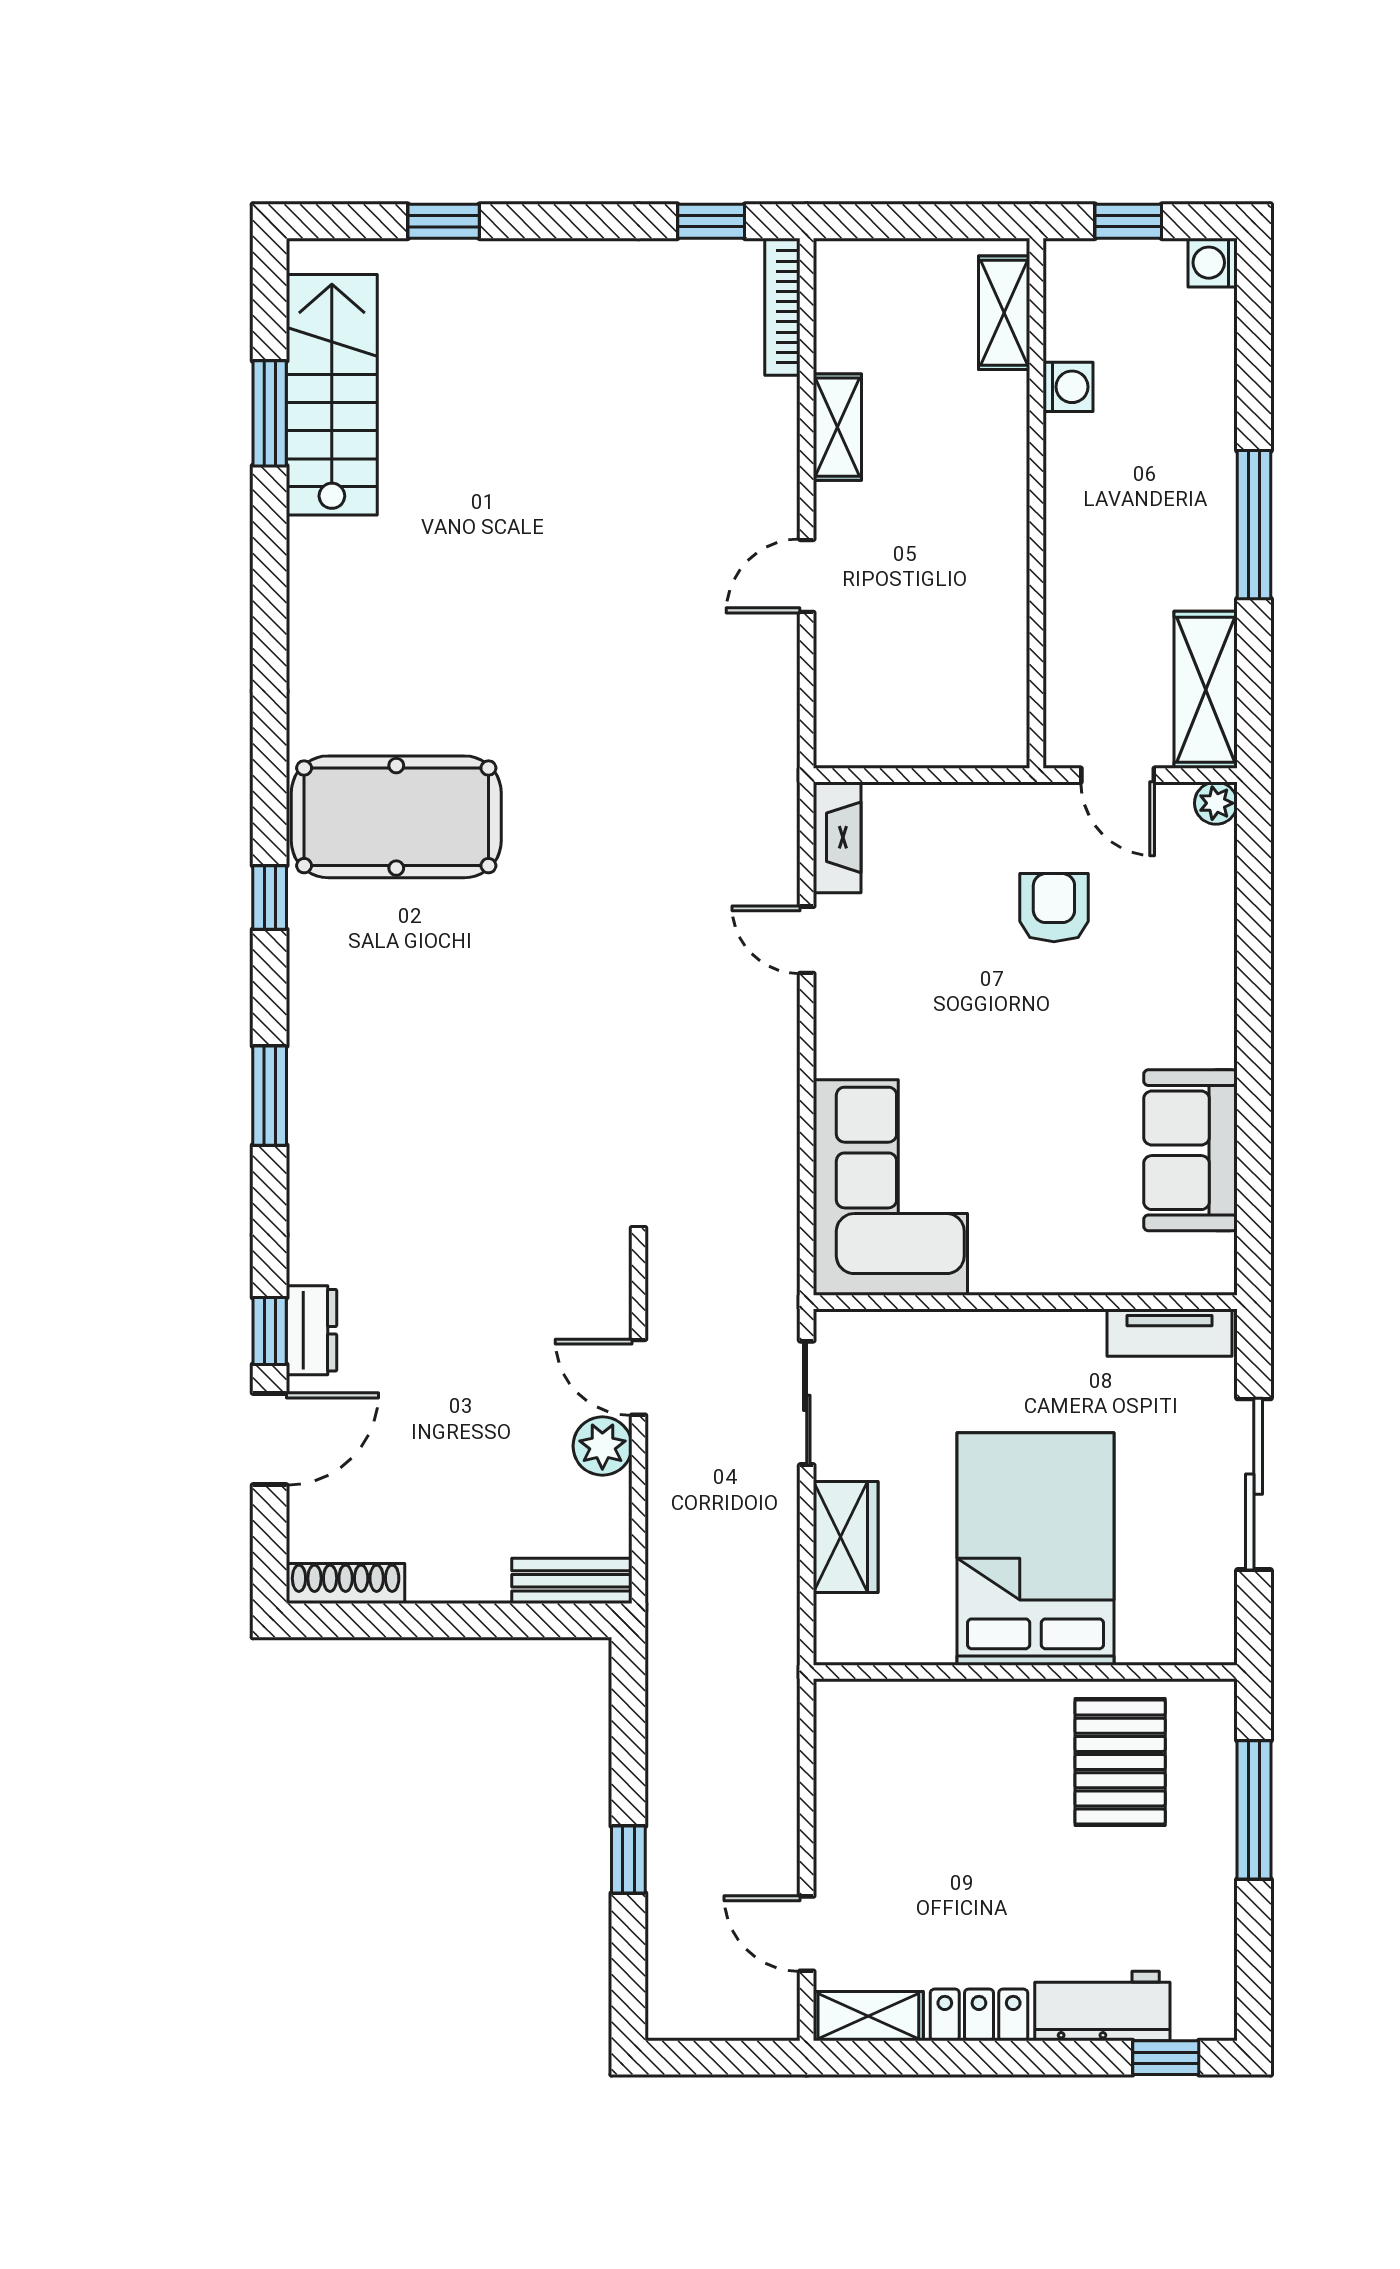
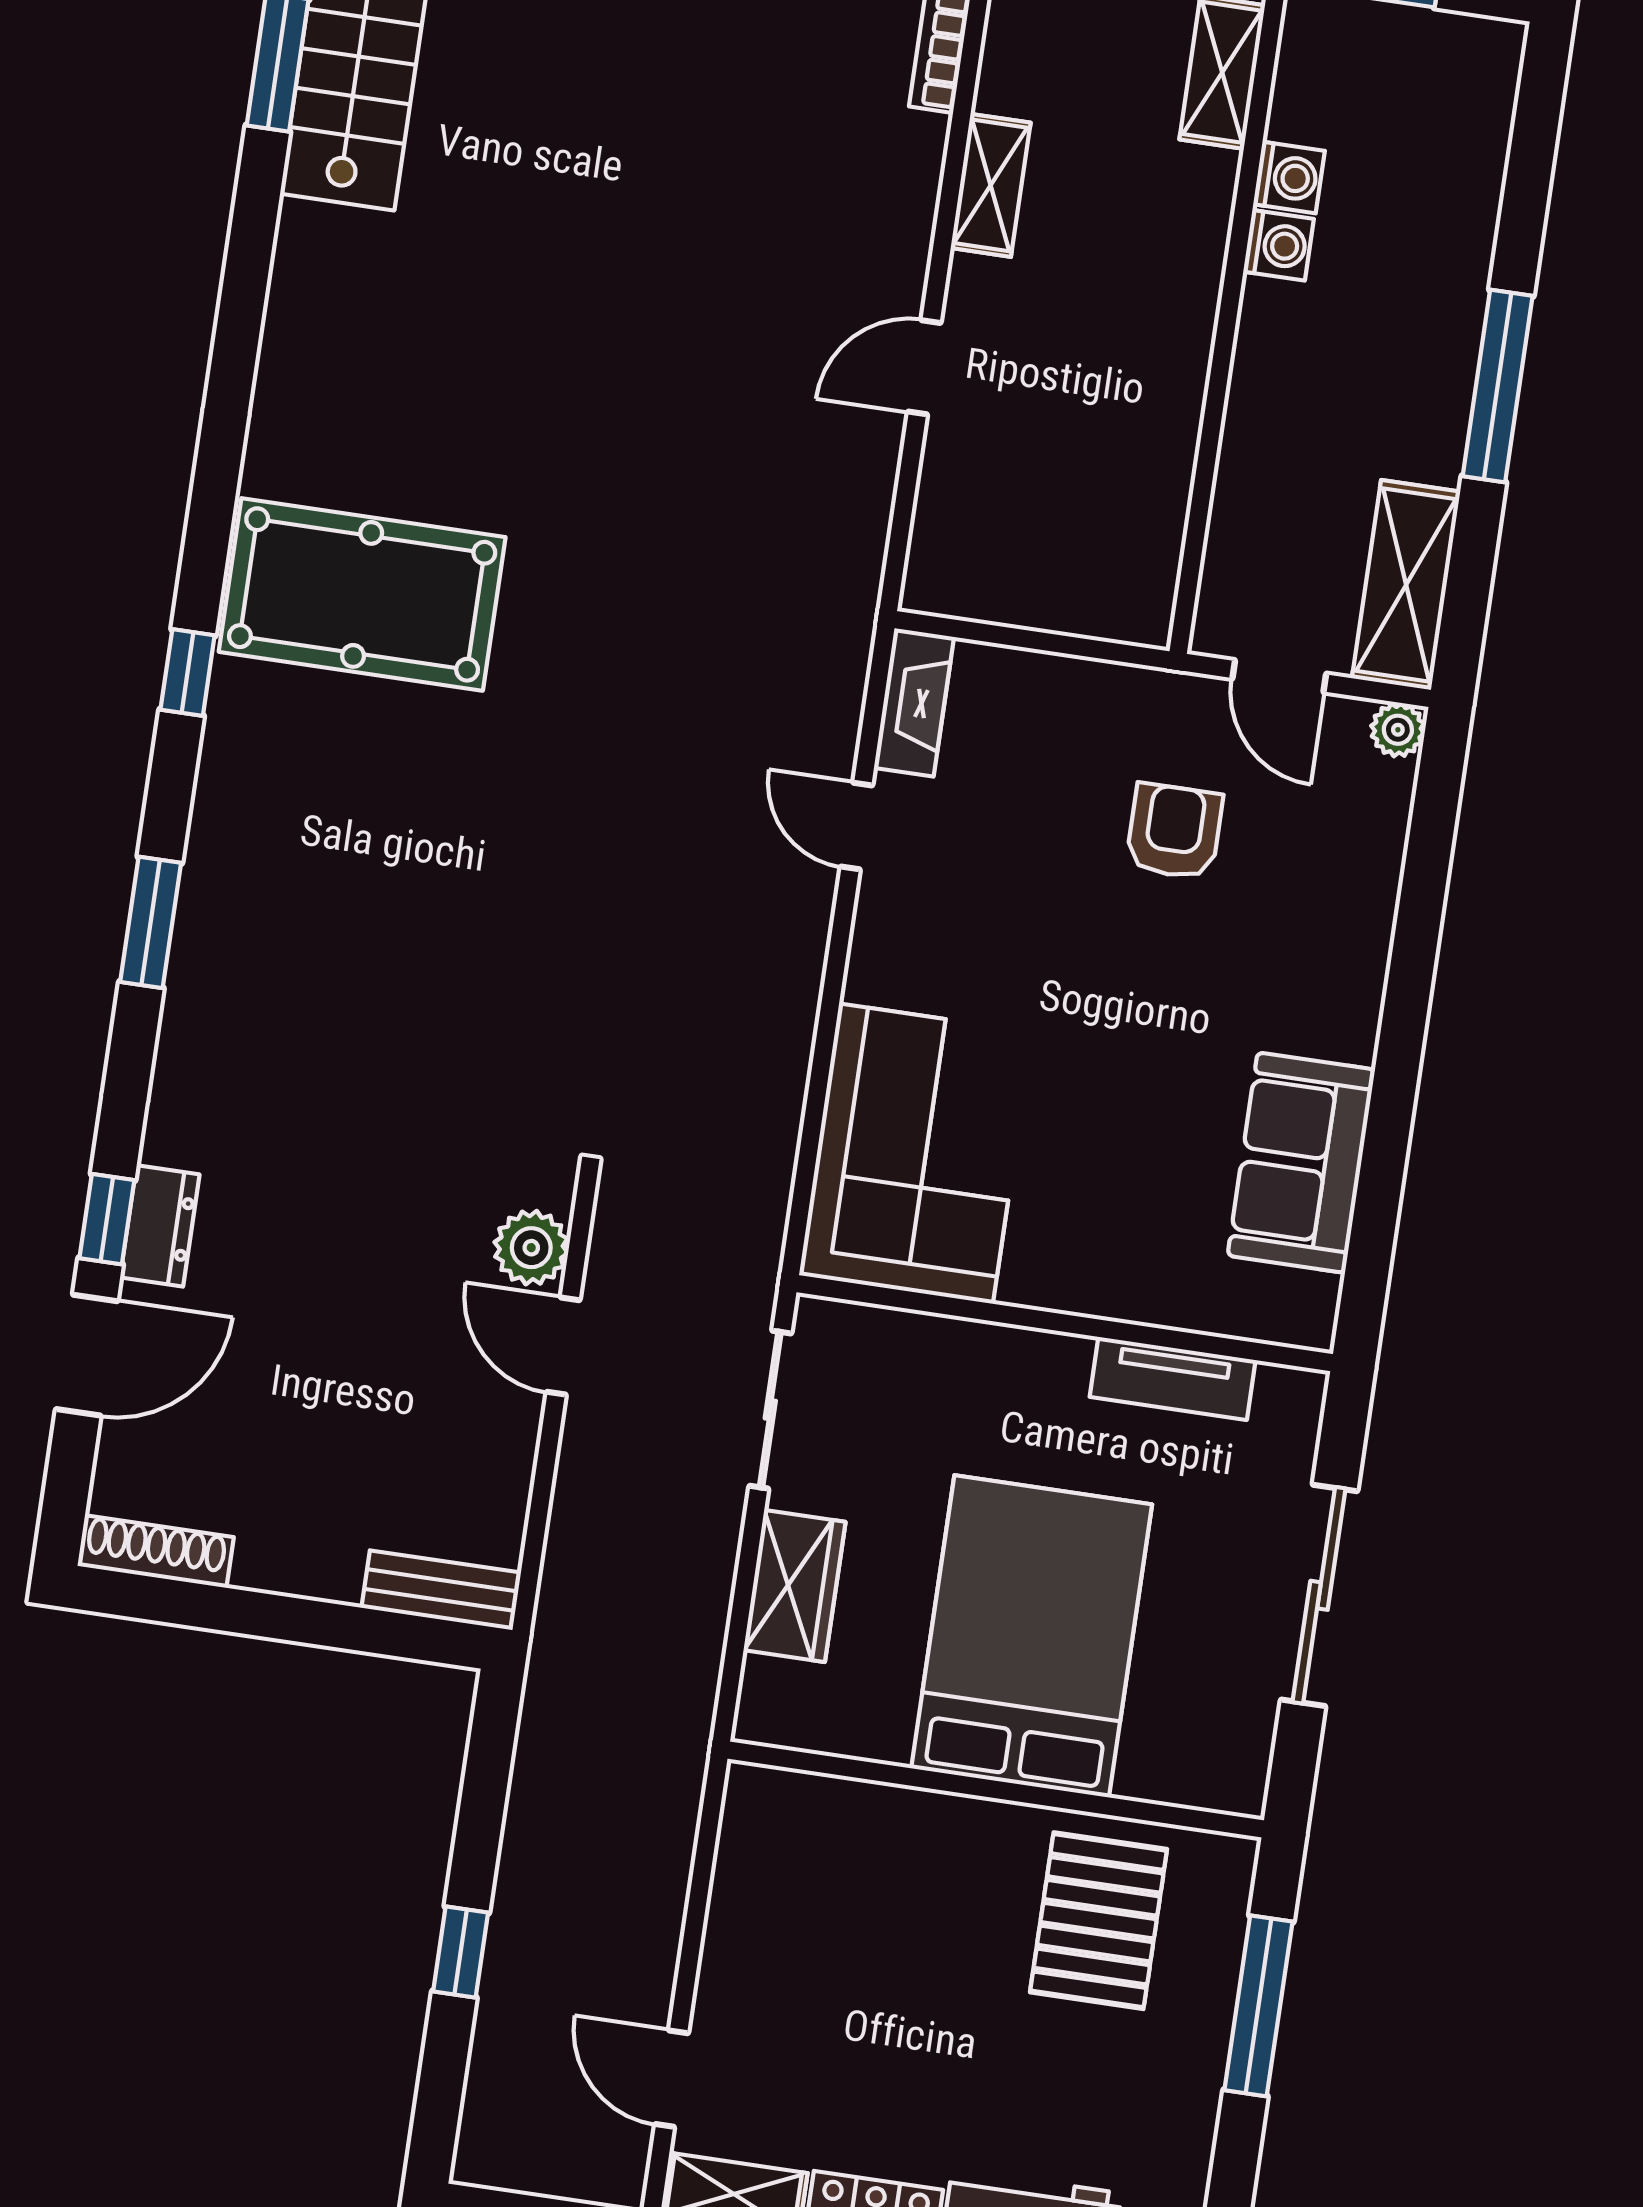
washing machine: (1213, 263) -> (1278, 245), moved, turned 180
tv unit: (1169, 1333) -> (1173, 1378), moved
plant: (602, 1446) -> (531, 1248), moved

